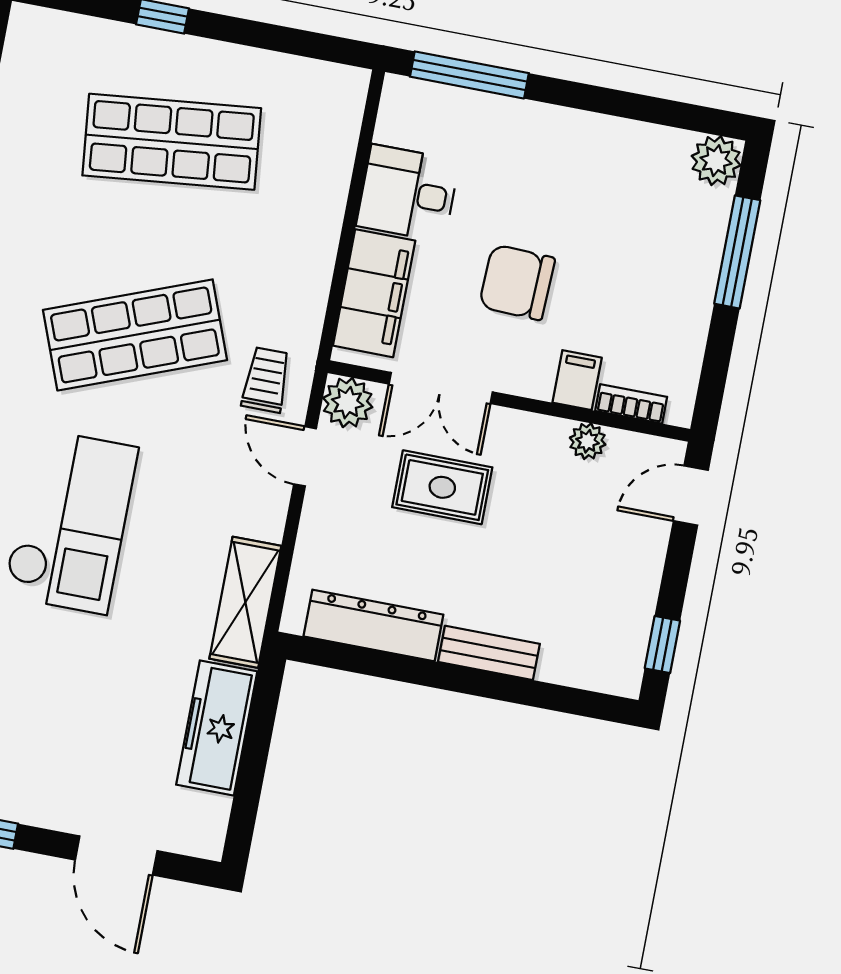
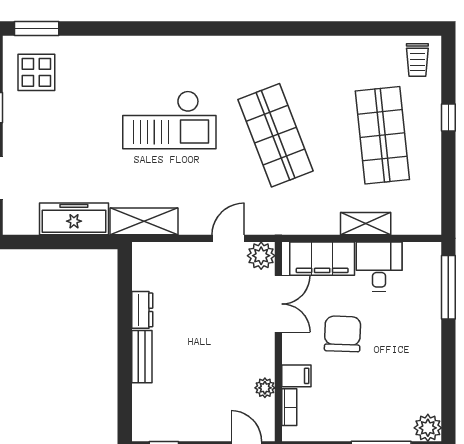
shelving: (326, 203) -> (366, 224), added
trolley: (266, 380) -> (417, 60), moved, turned 90
double door: (441, 388) -> (278, 304), swing flipped
rug: (442, 487) -> (225, 315), removed
dresser: (373, 625) -> (142, 310), width x0.51, depth x0.80

